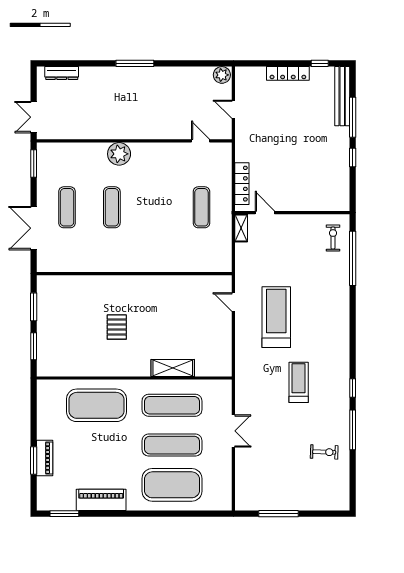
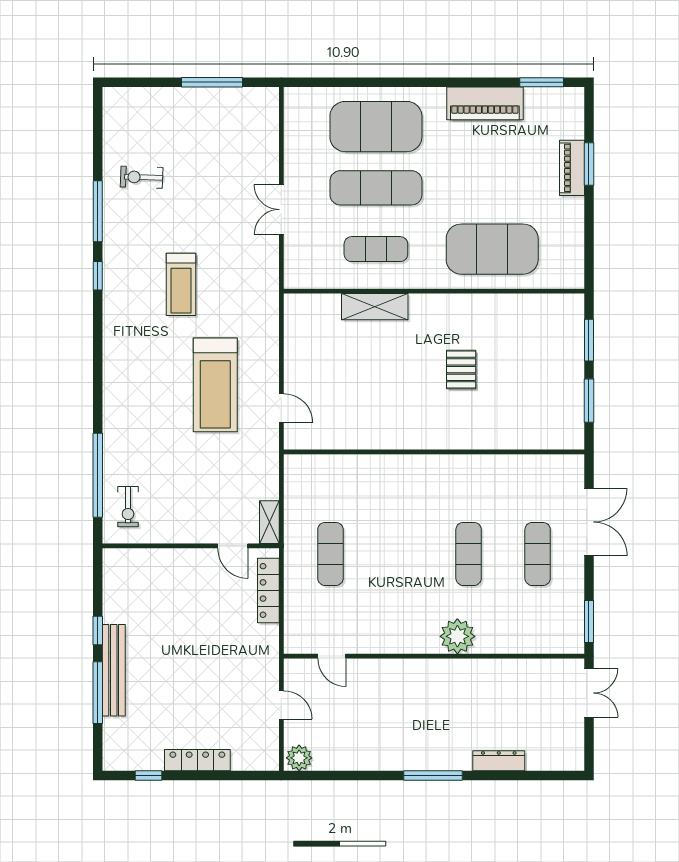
dresser: (62, 73) -> (499, 761), moved
bench: (342, 96) -> (114, 670), moved
exercise mat: (172, 405) -> (376, 249), width x0.73, depth x0.69

